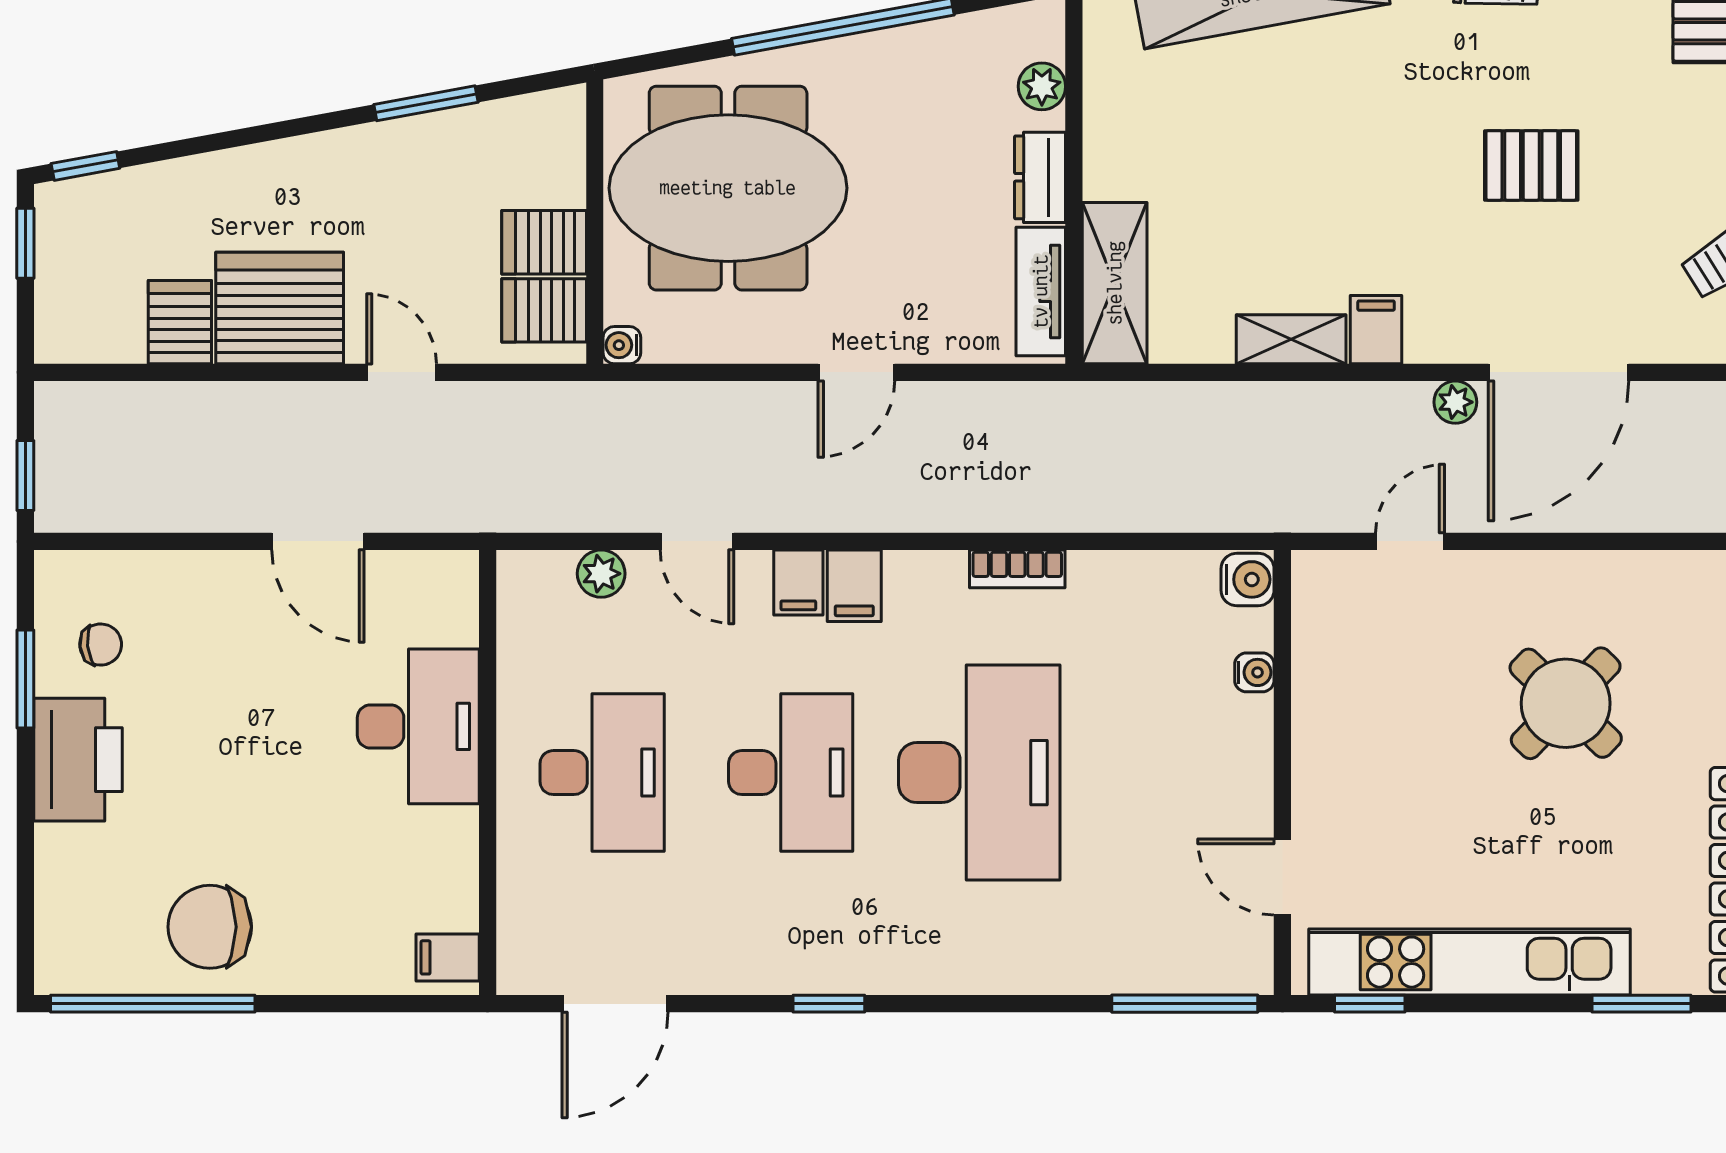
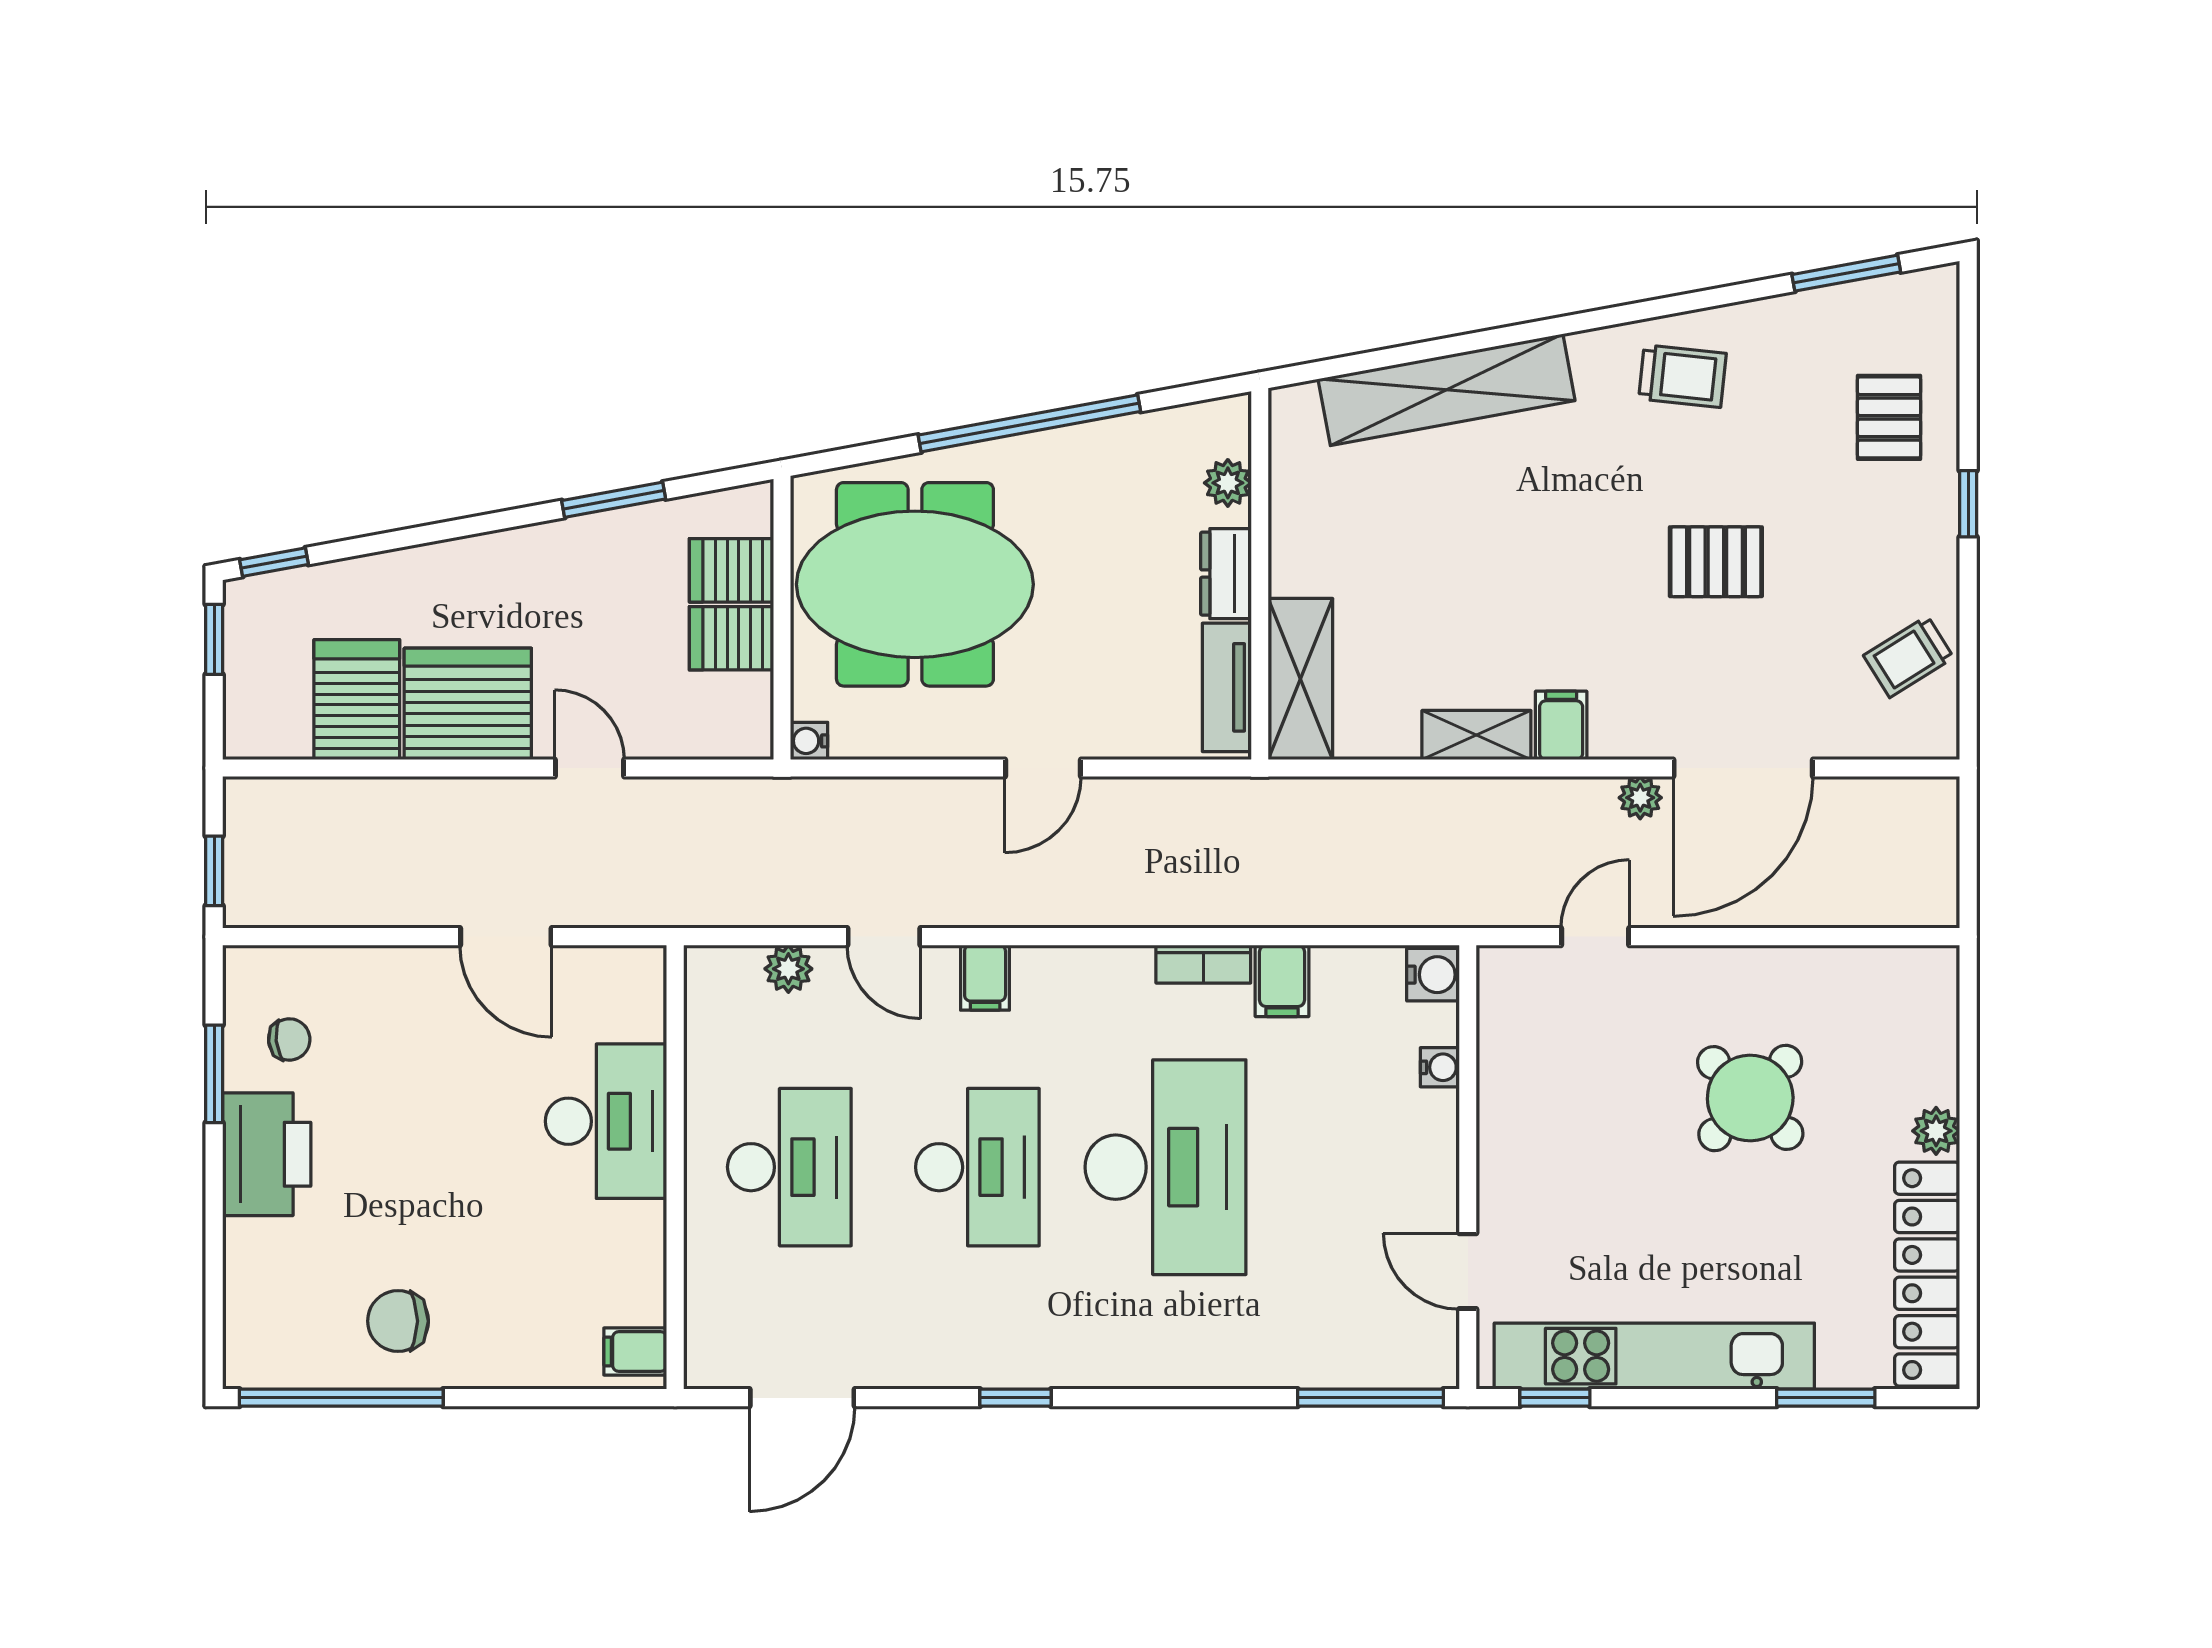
server rack: (544, 310) -> (731, 570), moved
server rack: (180, 322) -> (357, 700), width x1.36, depth x1.44
filing cabinet: (854, 586) -> (1282, 981), moved
chair: (210, 927) -> (398, 1321), width x0.73, depth x0.73

